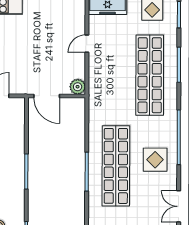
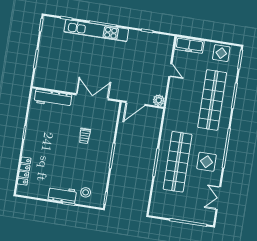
door: (87, 44) -> (170, 70), swing flipped
door: (47, 96) -> (135, 103), hinge flipped

